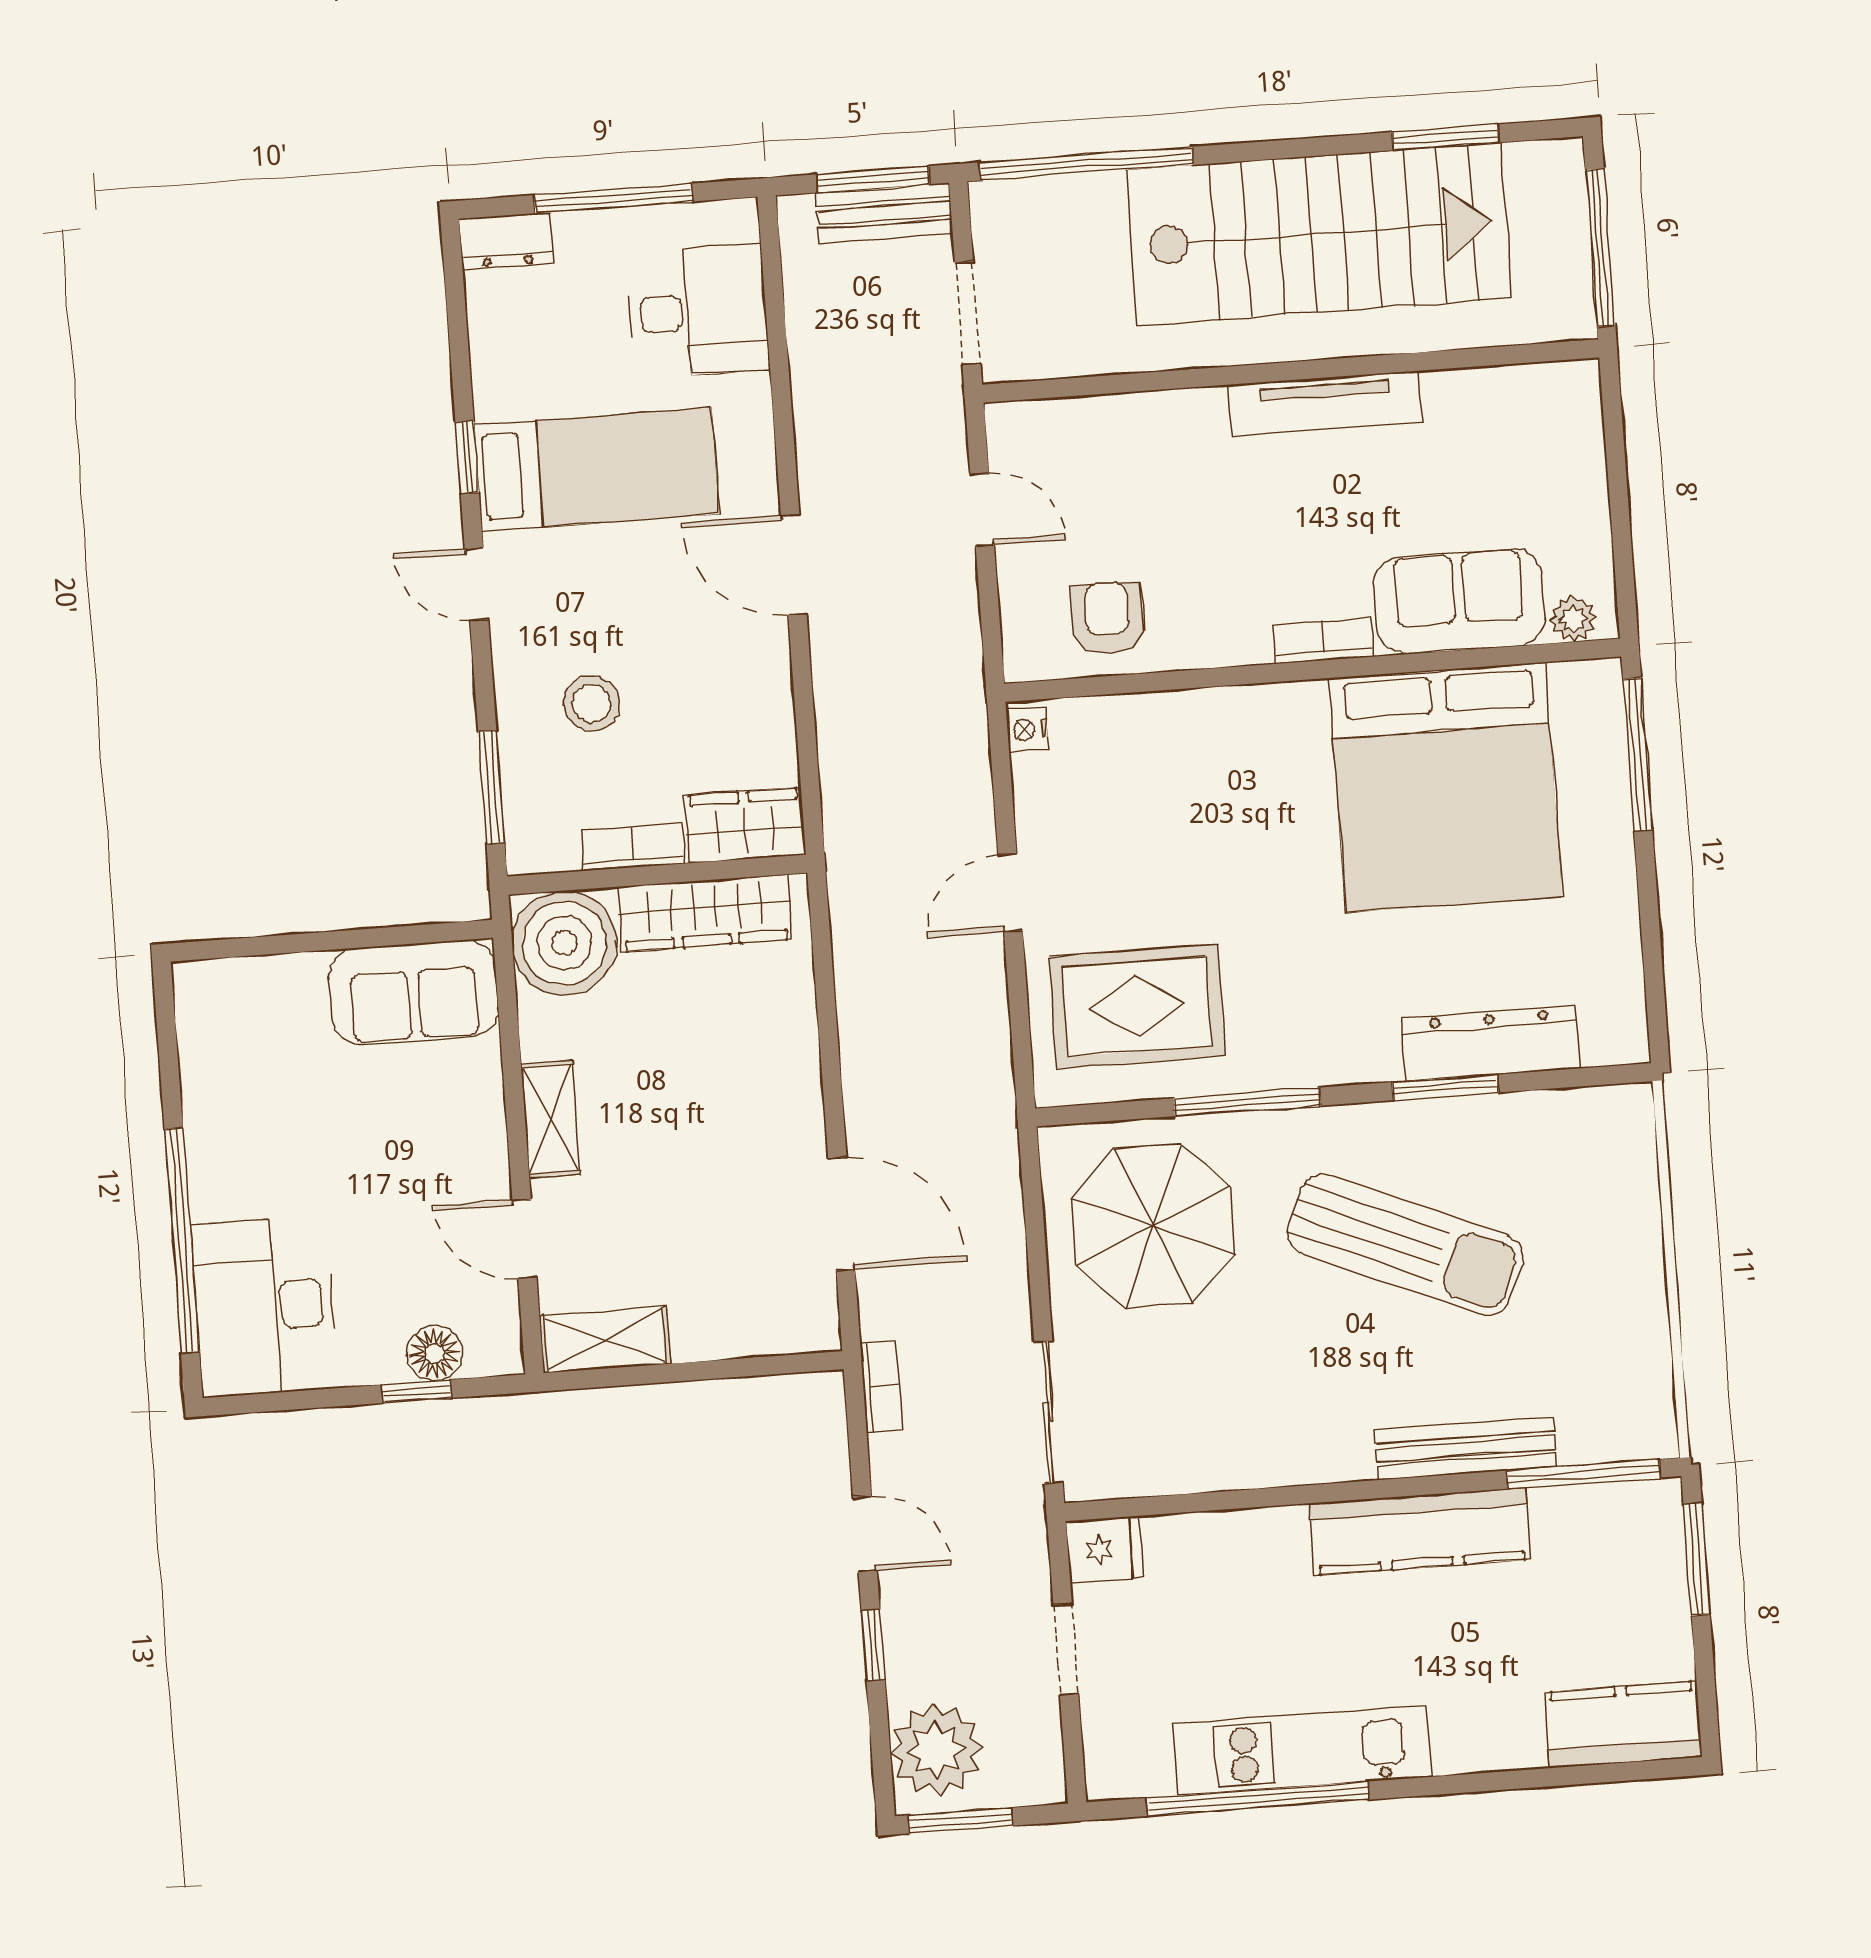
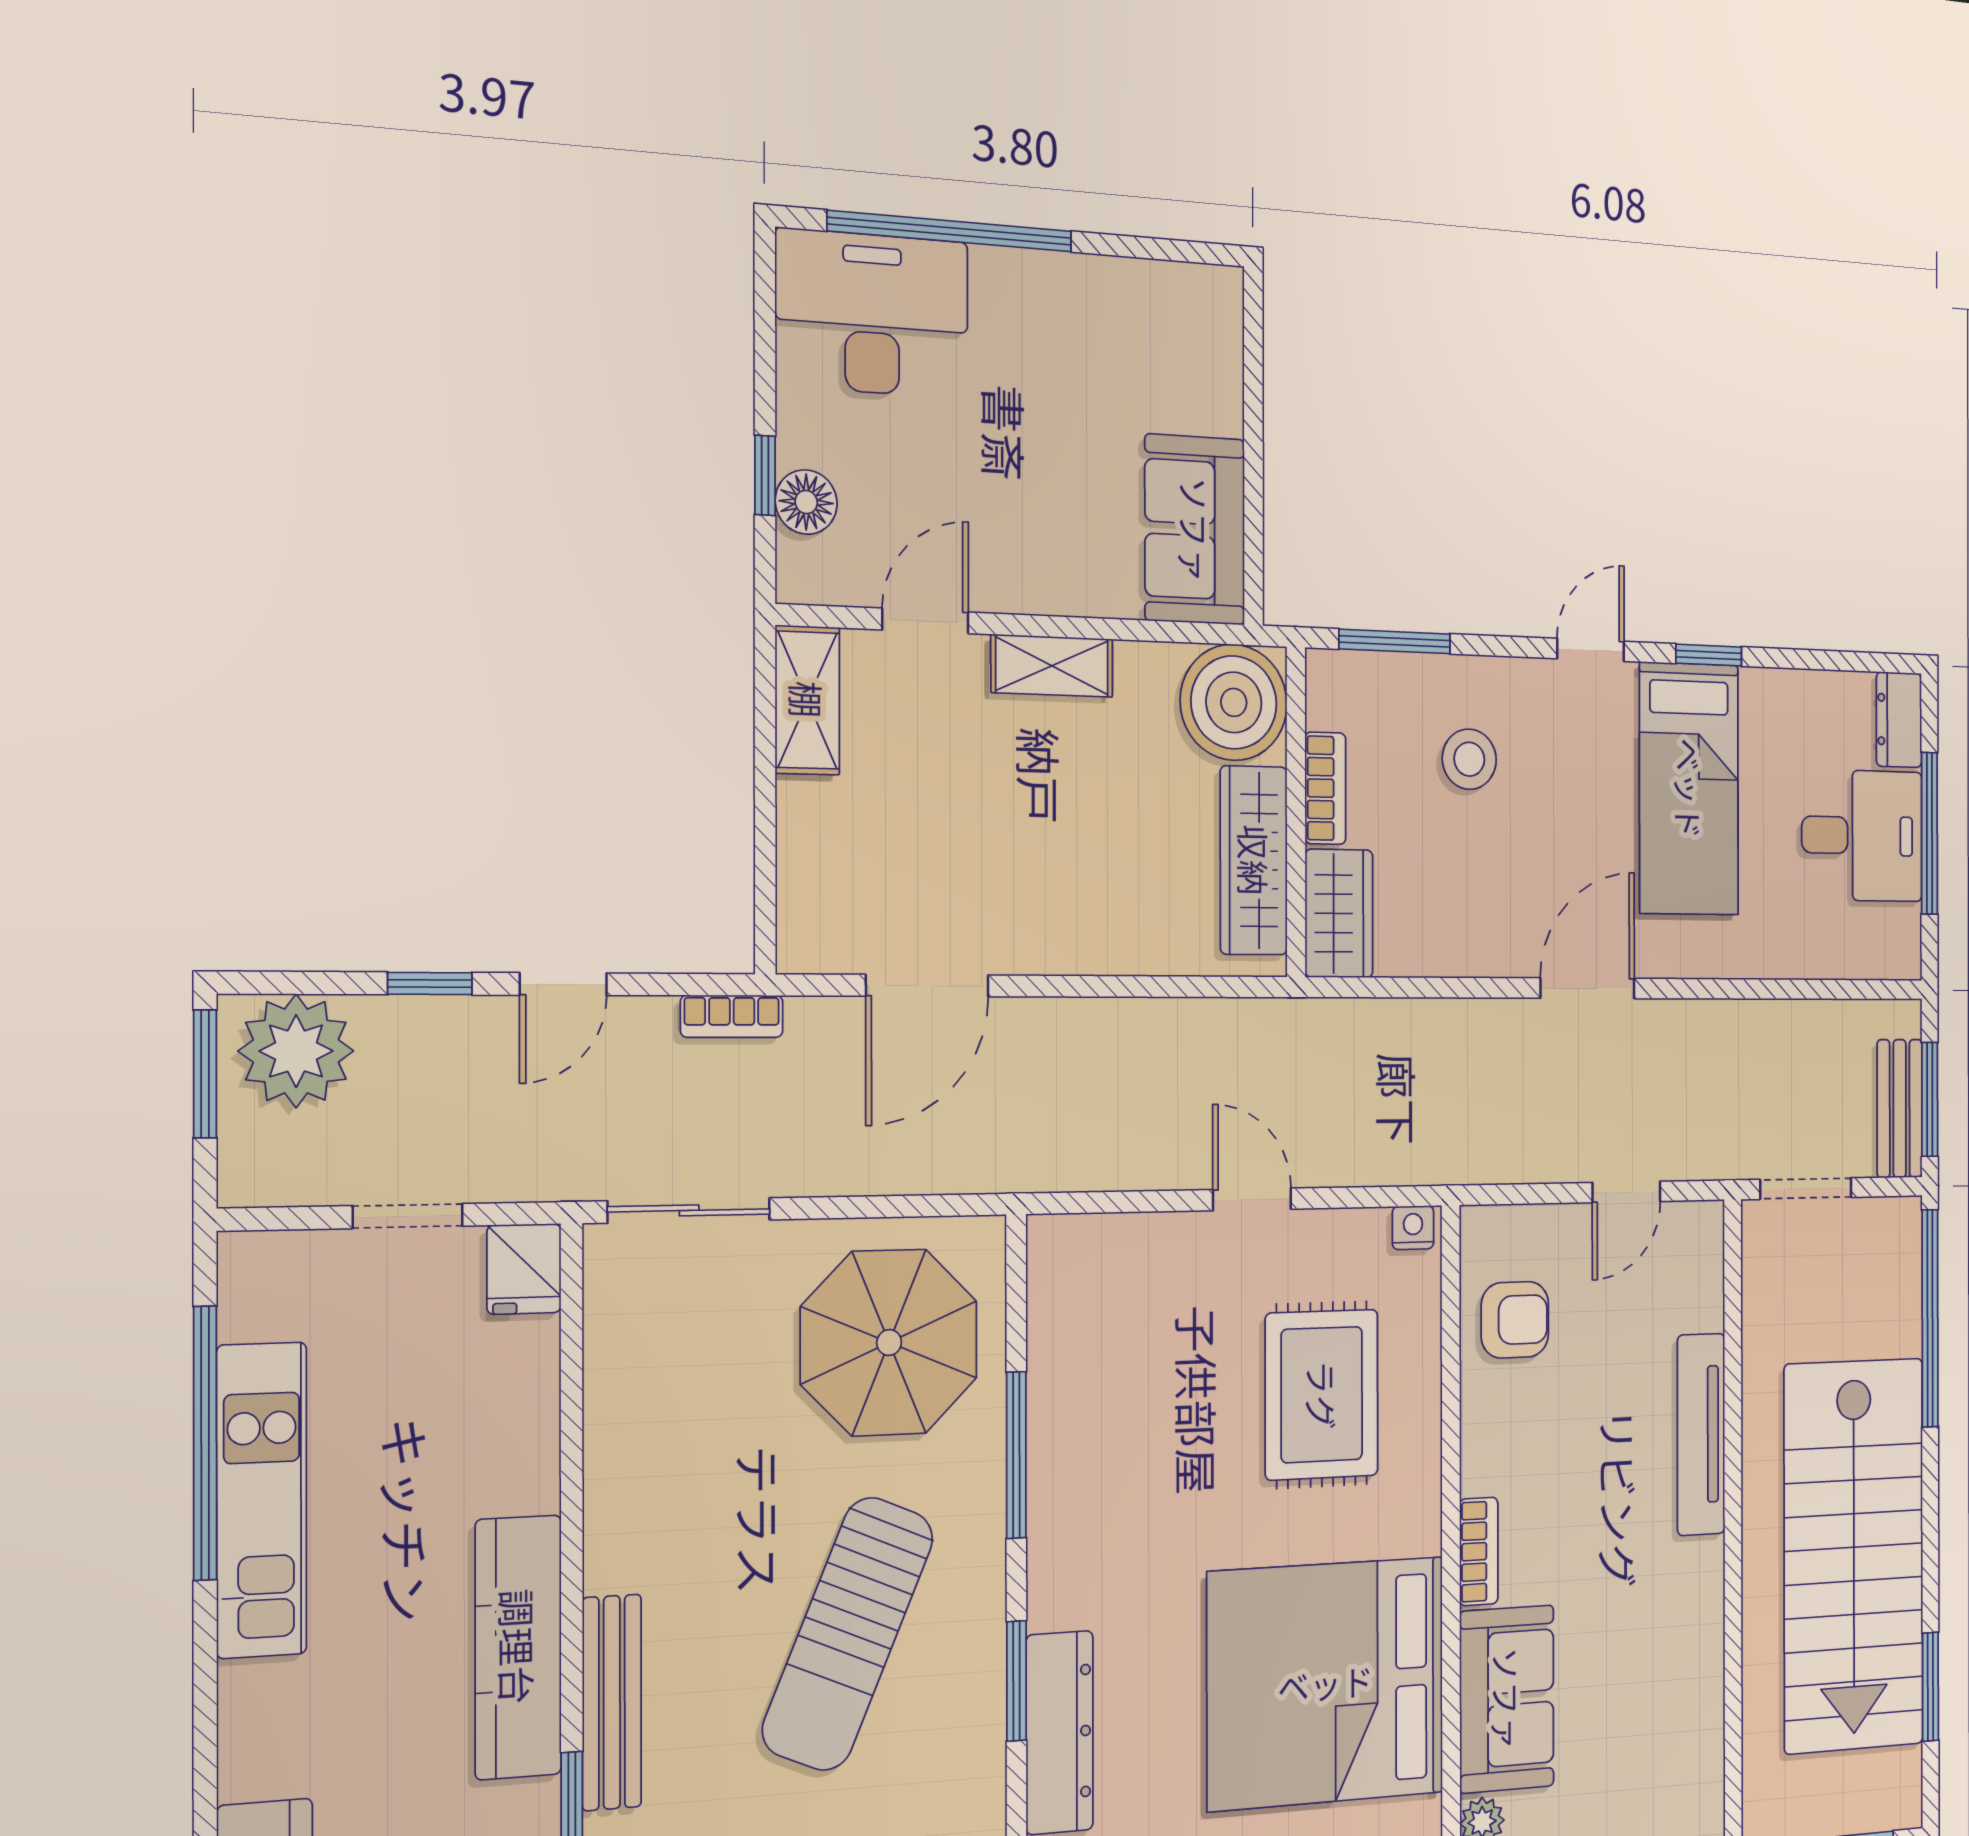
desk: (698, 311) -> (1862, 836), moved, turned -90
tv unit: (1325, 403) -> (1701, 1434), moved
rug: (1137, 1006) -> (1322, 1395), moved

